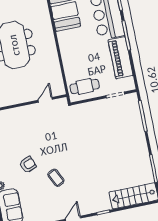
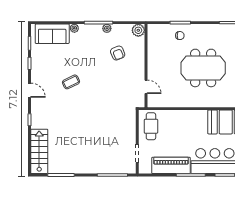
armchair: (28, 165) -> (118, 53), moved

